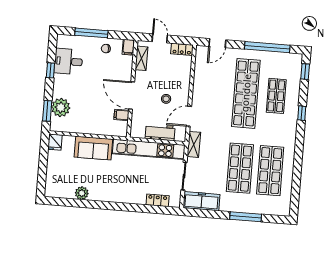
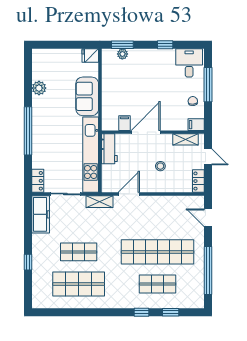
door: (160, 38) -> (208, 157), hinge flipped
desk: (68, 61) -> (189, 63), moved
window: (305, 72) -> (171, 312), moved
stool: (166, 99) -> (160, 166), moved
plant: (61, 107) -> (122, 54), width x0.53, depth x0.53
door: (189, 116) -> (129, 194), hinge flipped
workbench: (160, 132) -> (109, 149), moved
shop shelf: (240, 168) -> (79, 252), width x0.70, depth x0.74
locker: (158, 200) -> (38, 181), moved
window: (121, 207) -> (28, 131), added
window: (246, 217) -> (28, 262), width x0.46

